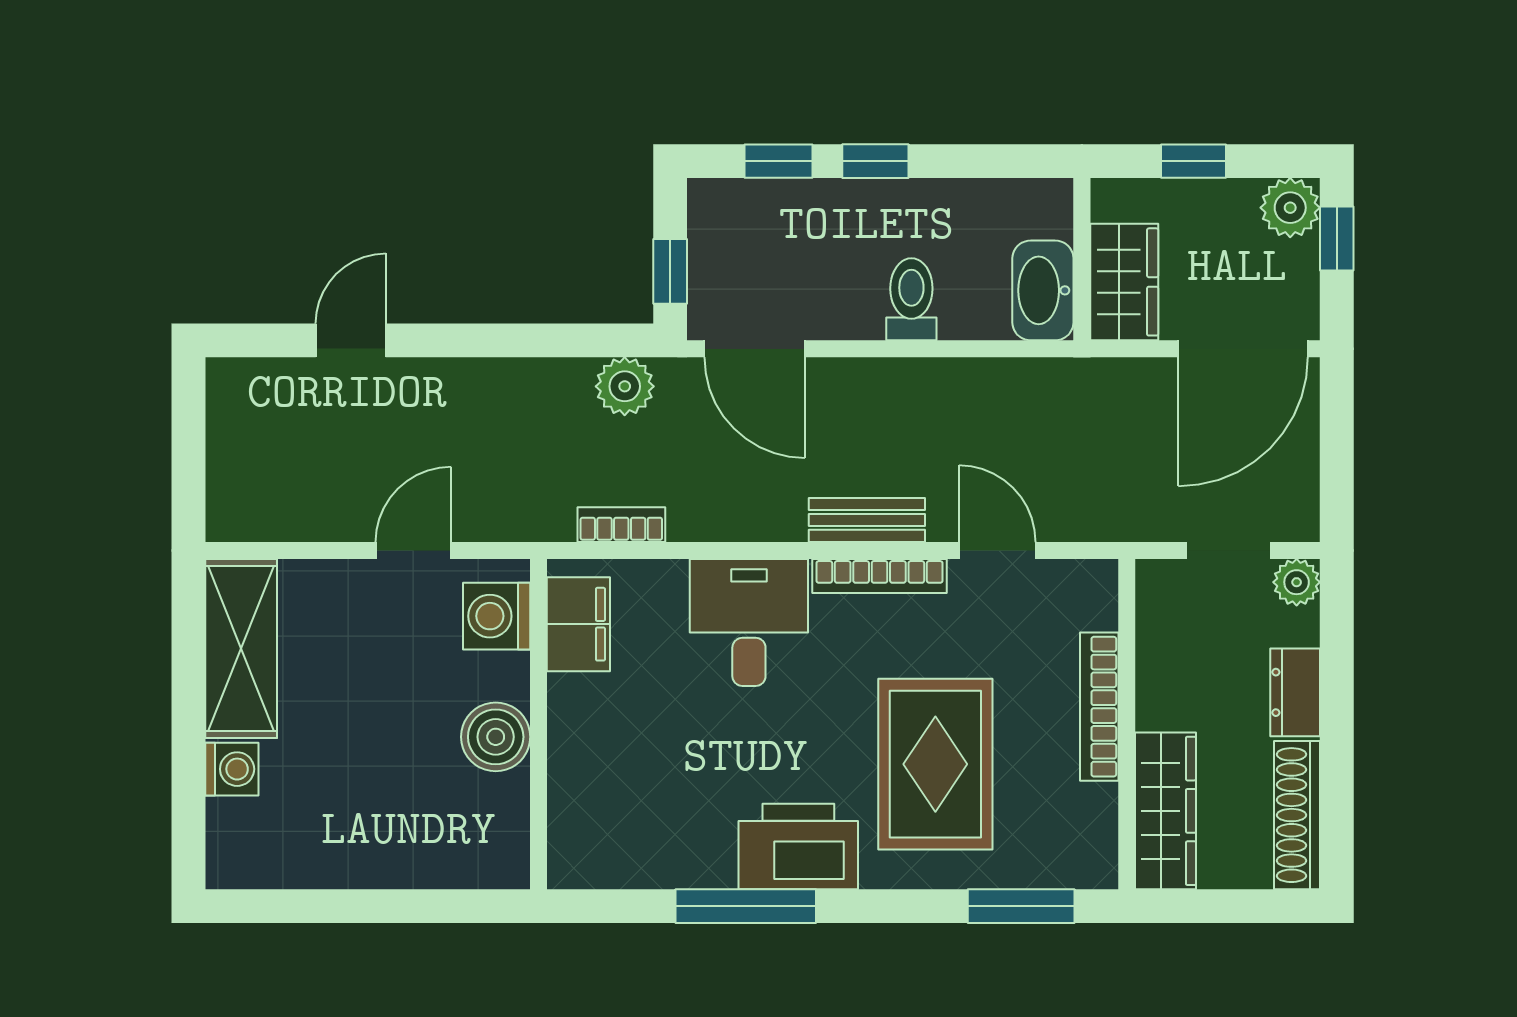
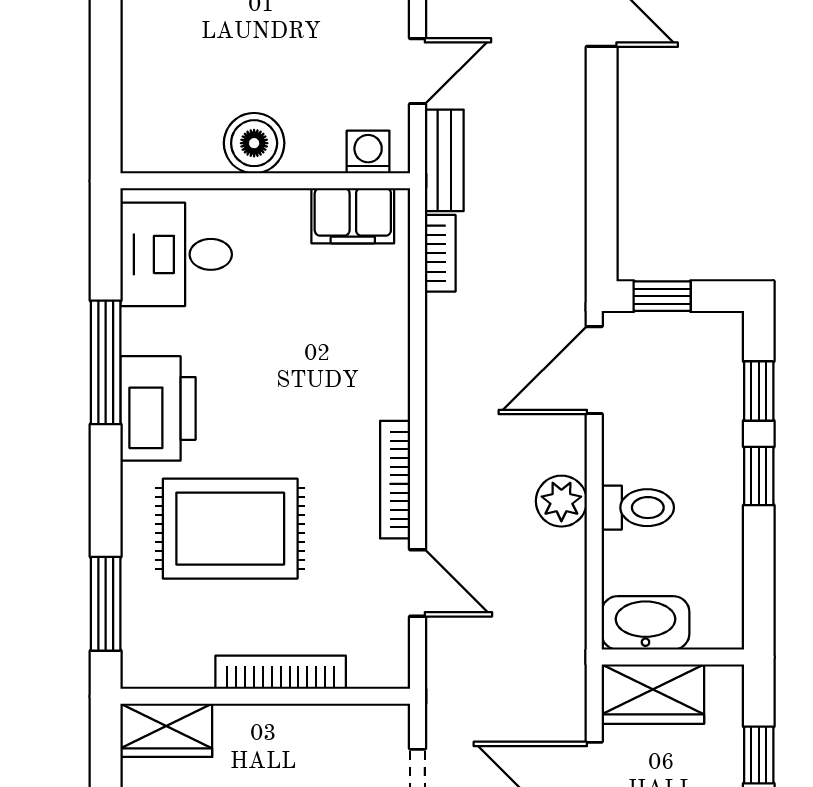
plant: (625, 386) -> (561, 501), moved
bench: (867, 520) -> (444, 160), moved
door: (413, 550) -> (418, 71), hinge flipped
door: (997, 550) -> (418, 583), hinge flipped
washing machine: (497, 616) -> (368, 152), width x0.73, depth x0.73
desk: (749, 622) -> (176, 254), moved, turned 180
wardrobe: (1165, 811) -> (166, 730), width x0.67

